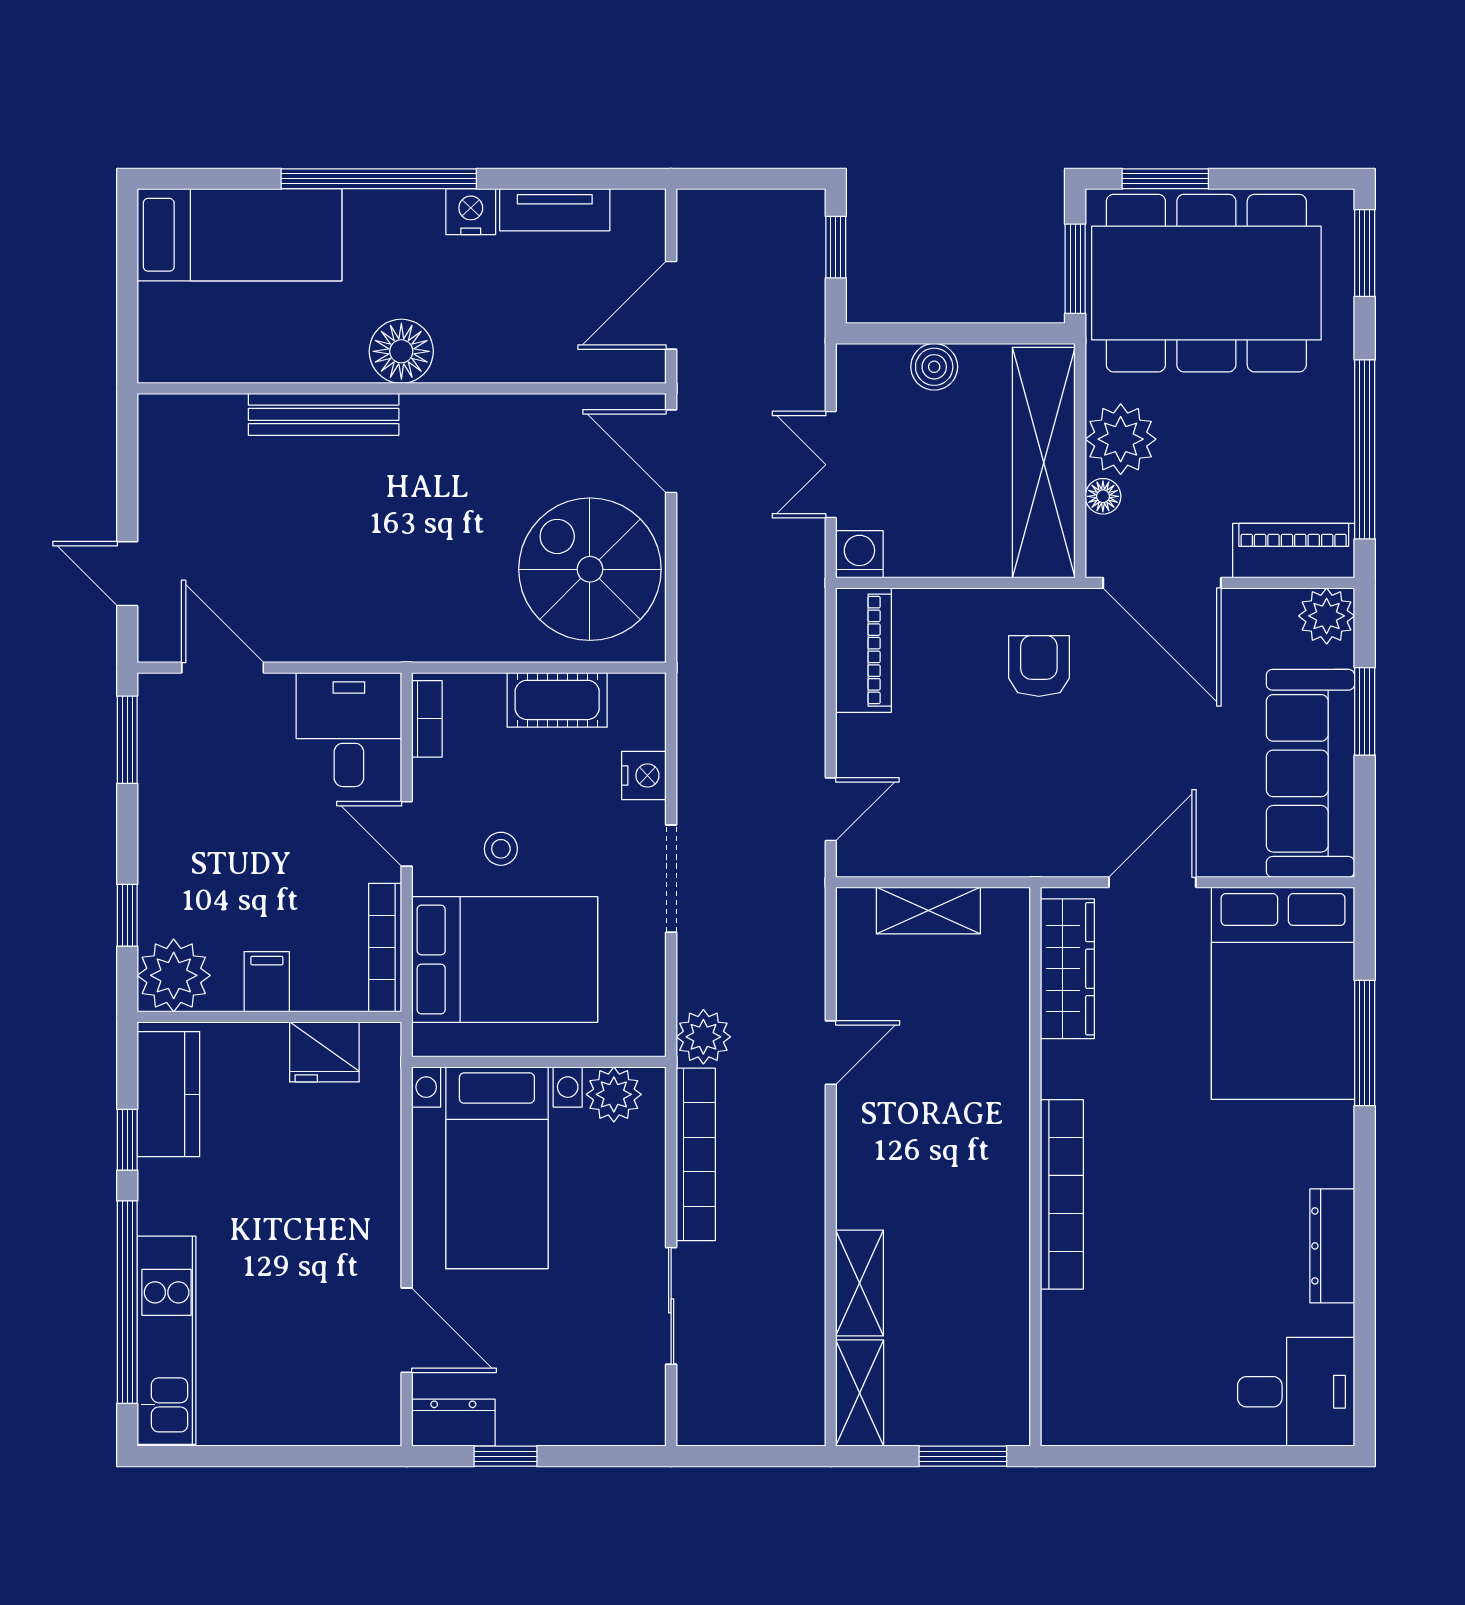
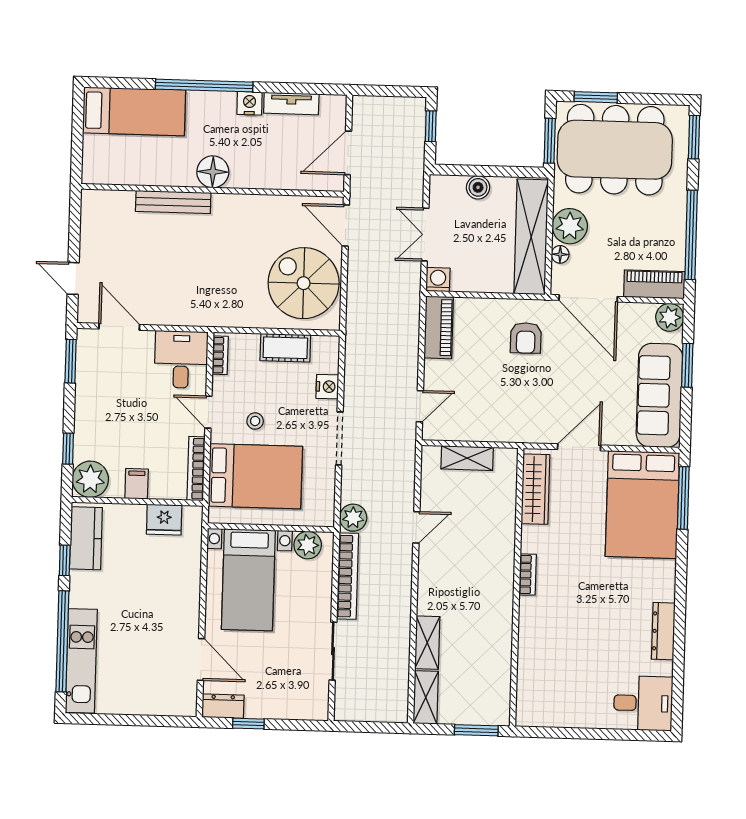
armchair: (1039, 666) -> (526, 338), turned 180
window: (1365, 1043) -> (683, 498), moved
bookcase: (1062, 1194) -> (528, 575), width x0.43, depth x0.76

